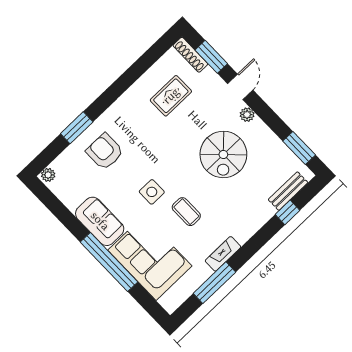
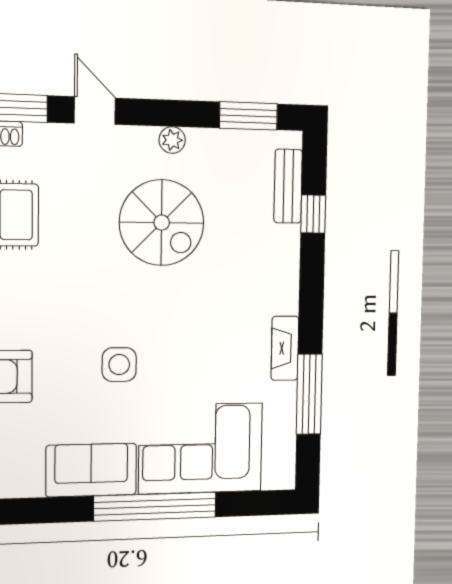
plant: (247, 115) -> (172, 140), moved
coffee table: (186, 212) -> (188, 344), removed

